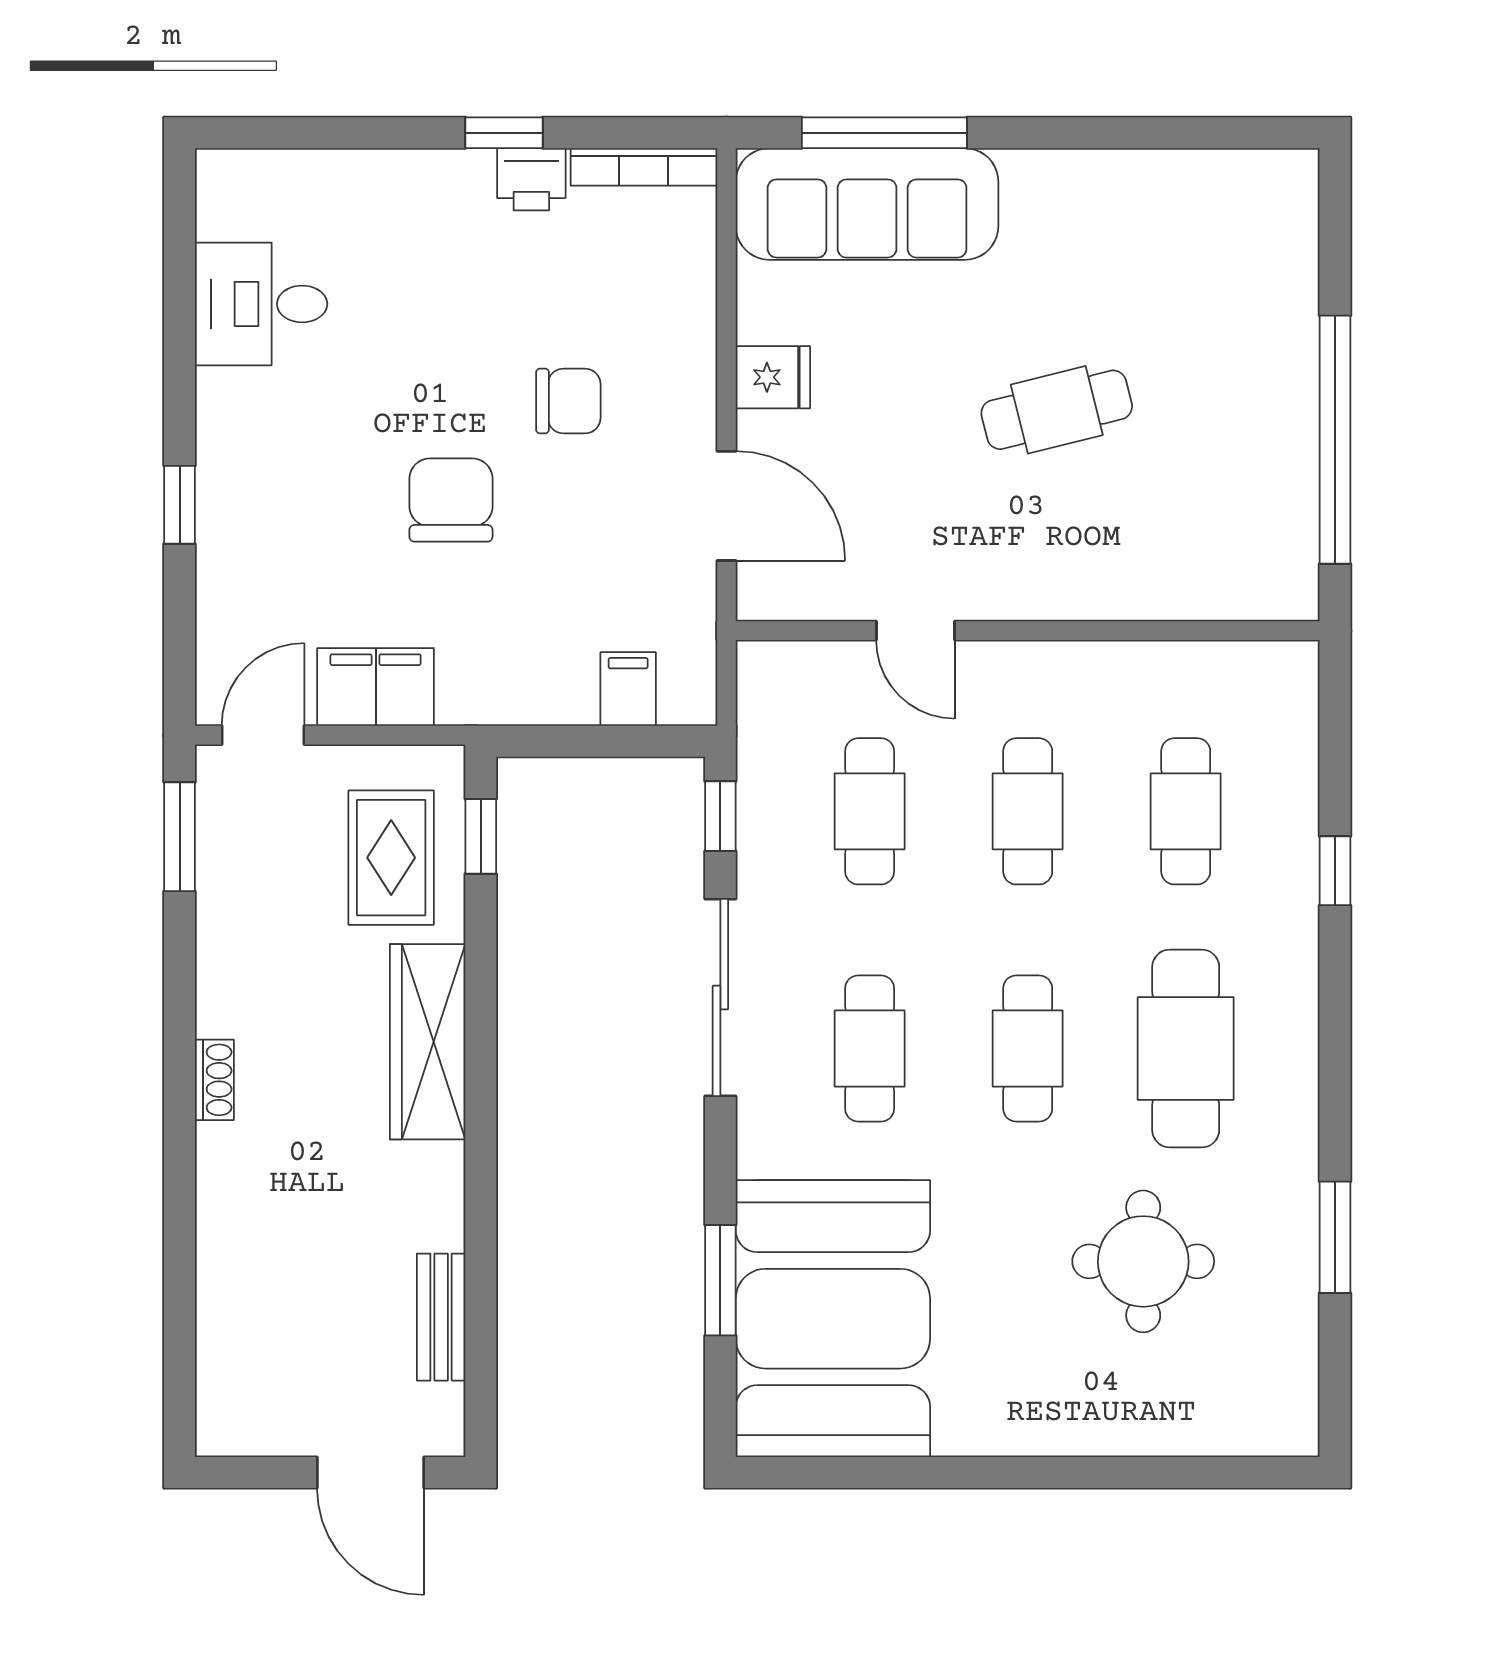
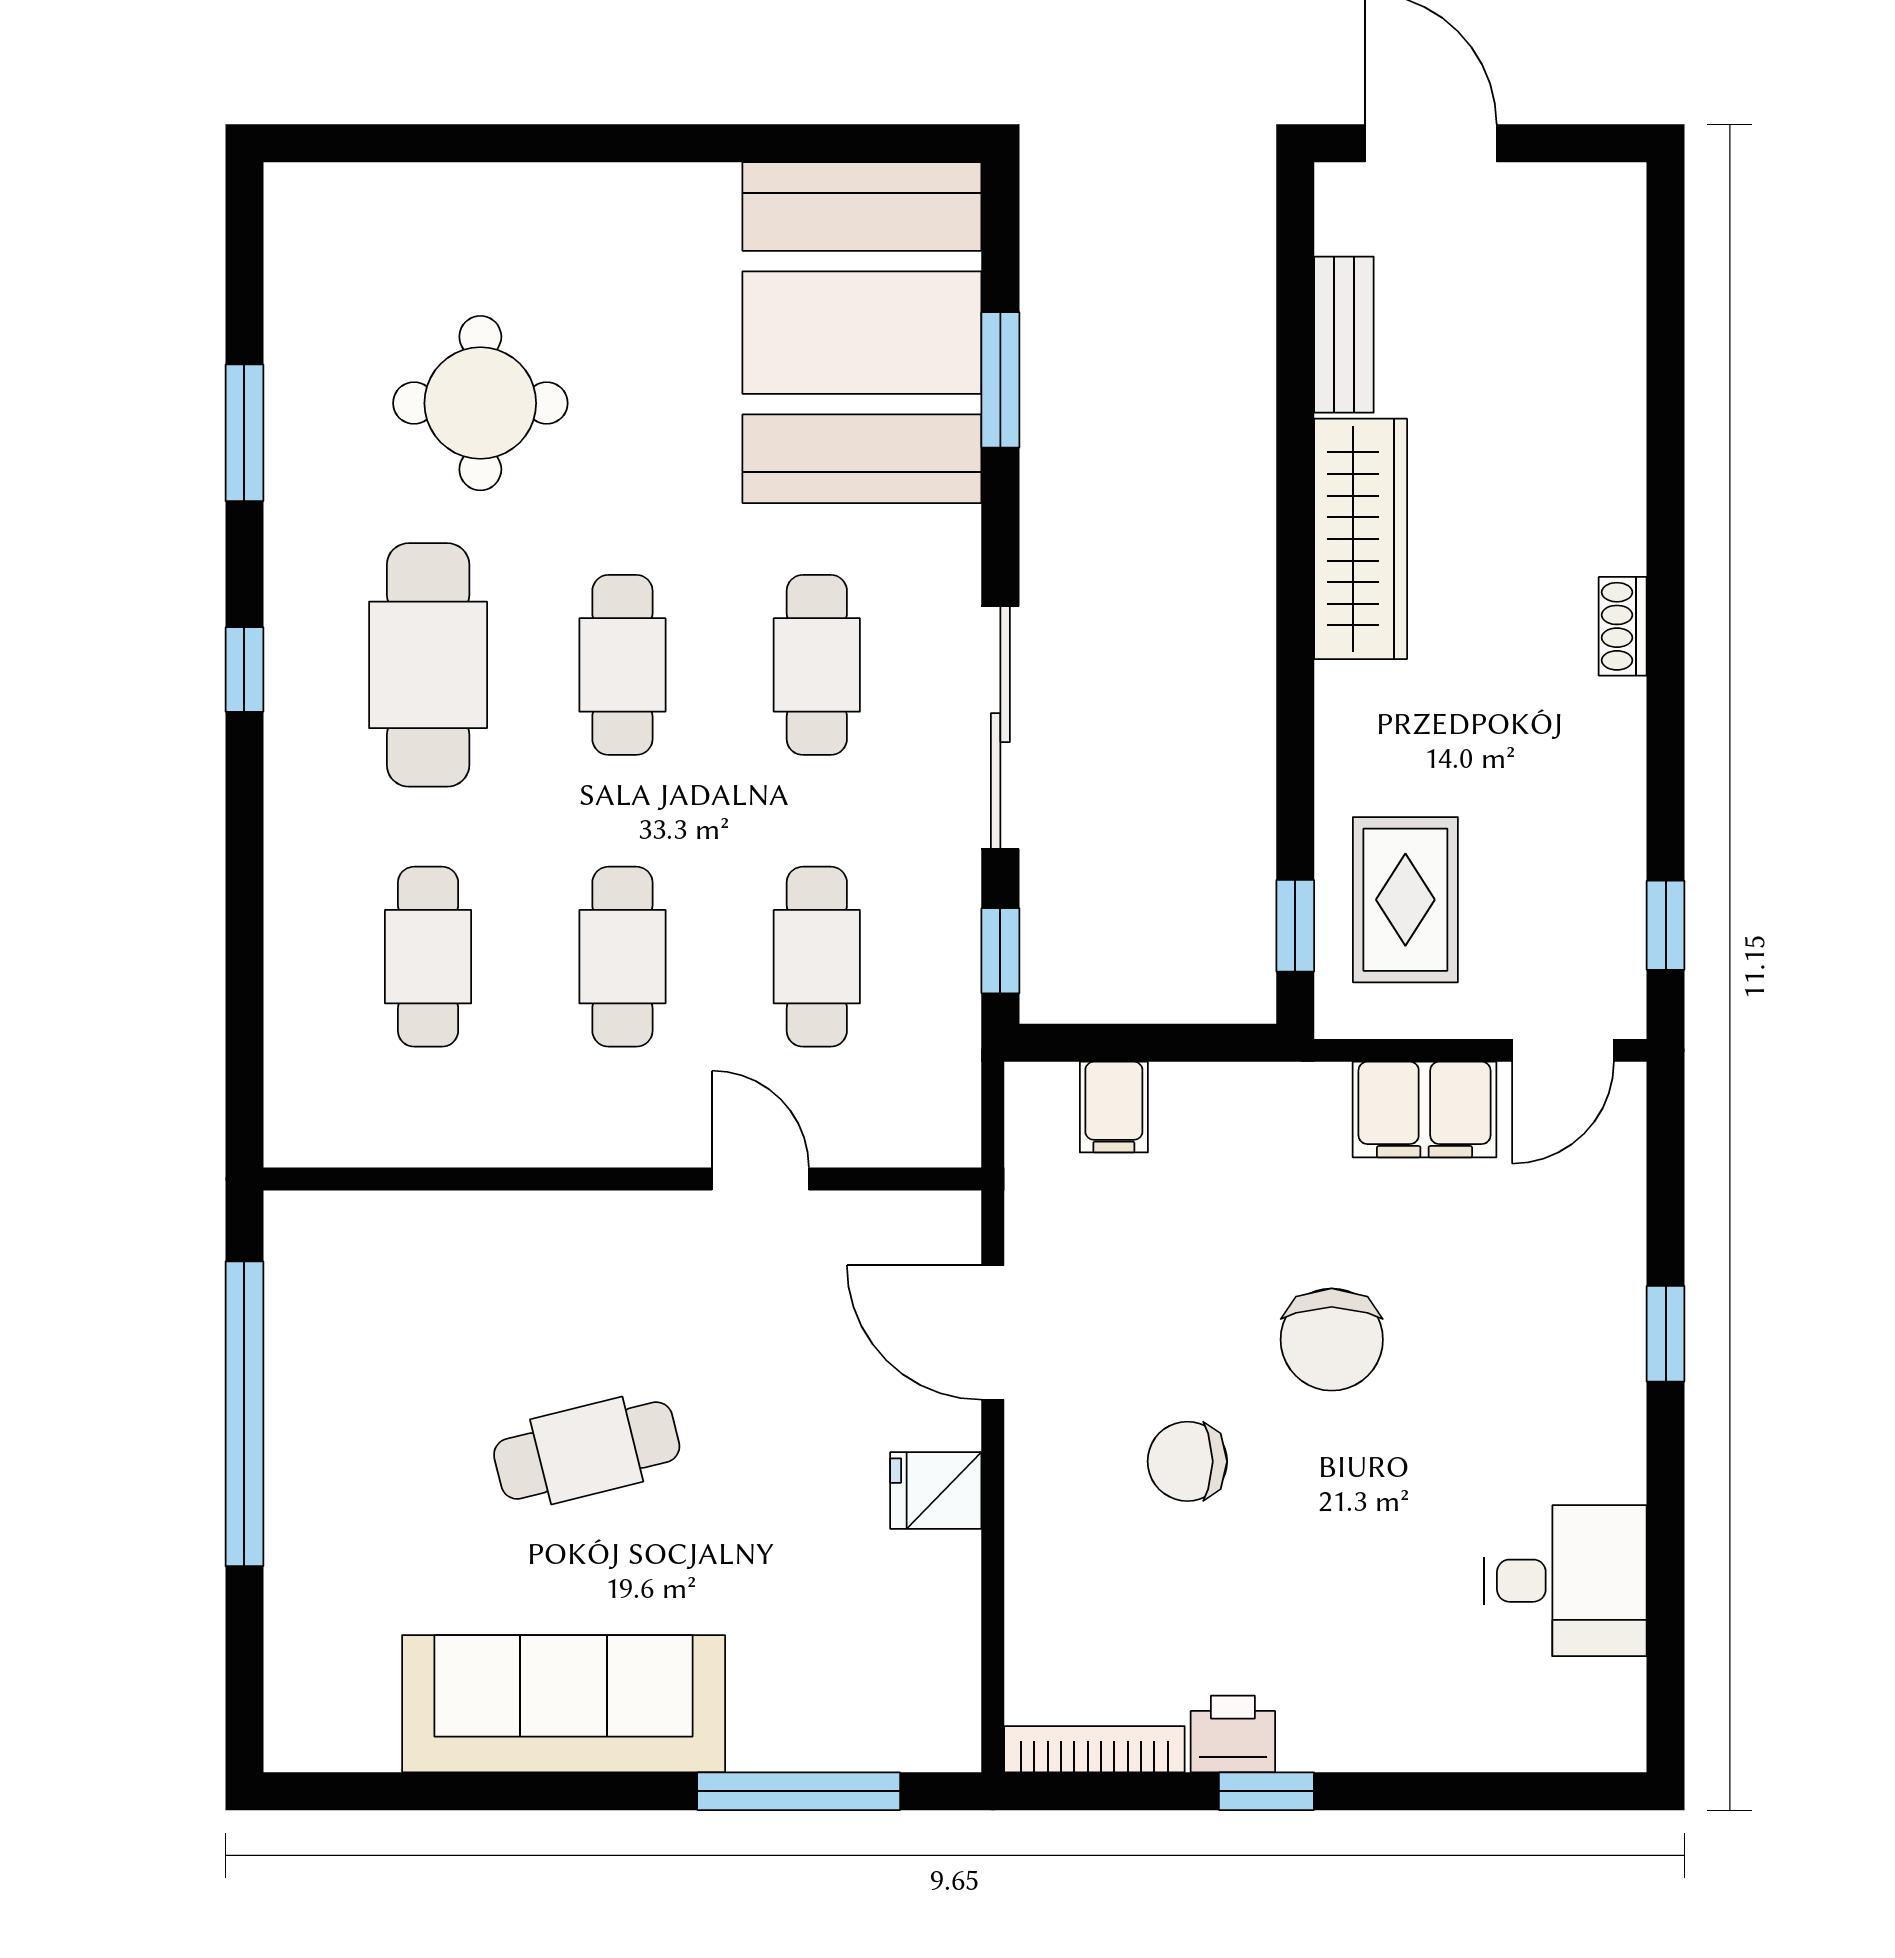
sofa: (867, 204) -> (564, 1704), moved
window: (180, 837) -> (1666, 925), width x0.67
window: (1335, 871) -> (244, 669), moved
wardrobe: (428, 1042) -> (1361, 539), moved

